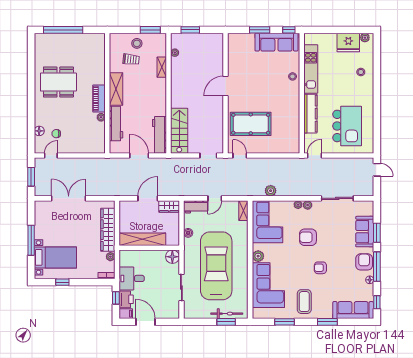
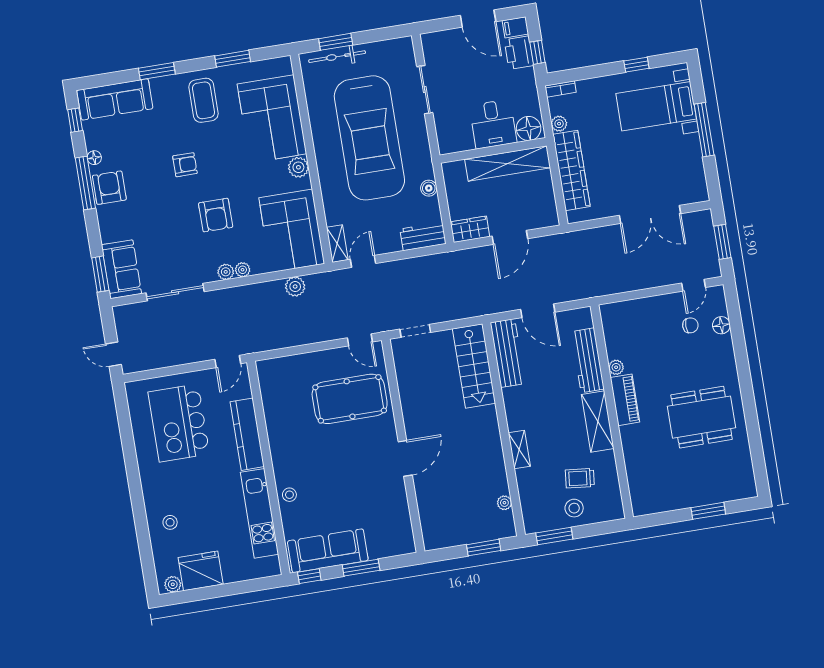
window: (63, 30) -> (708, 511), width x0.47
shelving: (162, 67) -> (519, 449), moved
door: (215, 198) -> (363, 261), moved
sofa: (365, 232) -> (121, 269), moved
window: (377, 233) -> (100, 274), moved
armchair: (308, 237) -> (216, 215), turned 90
floor lamp: (172, 257) -> (529, 128), moved
armchair: (364, 262) -> (109, 188), turned 180
desk: (132, 278) -> (493, 124), moved, turned 90

